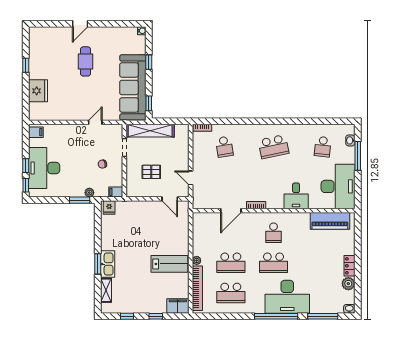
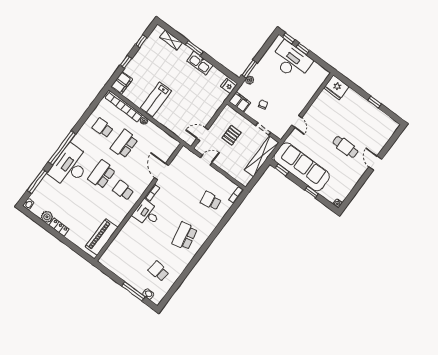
fridge: (38, 91) -> (336, 87), moved
filing cabinet: (36, 132) -> (321, 74), removed
desk: (338, 186) -> (122, 261), removed
filing cabinet: (116, 192) -> (240, 102), width x2.00
desk: (296, 196) -> (147, 213), moved
kitchen sink: (108, 264) -> (200, 63), moved
school desk: (231, 293) -> (103, 128), width x0.54

